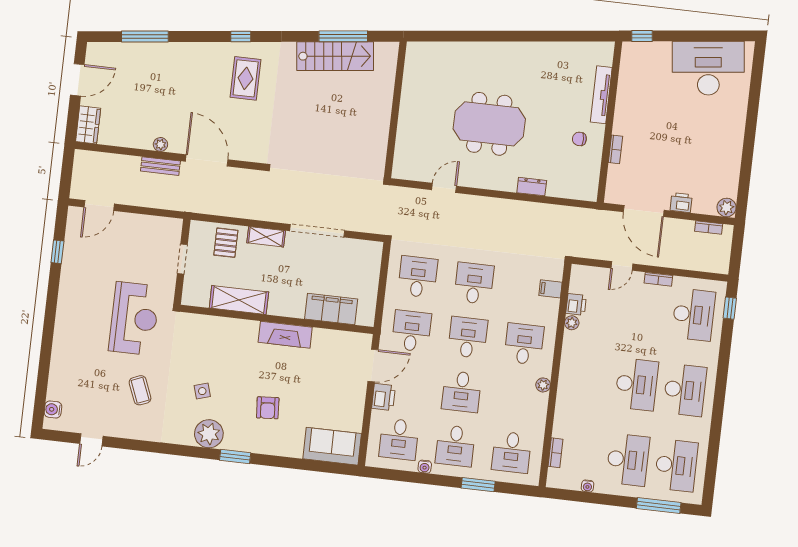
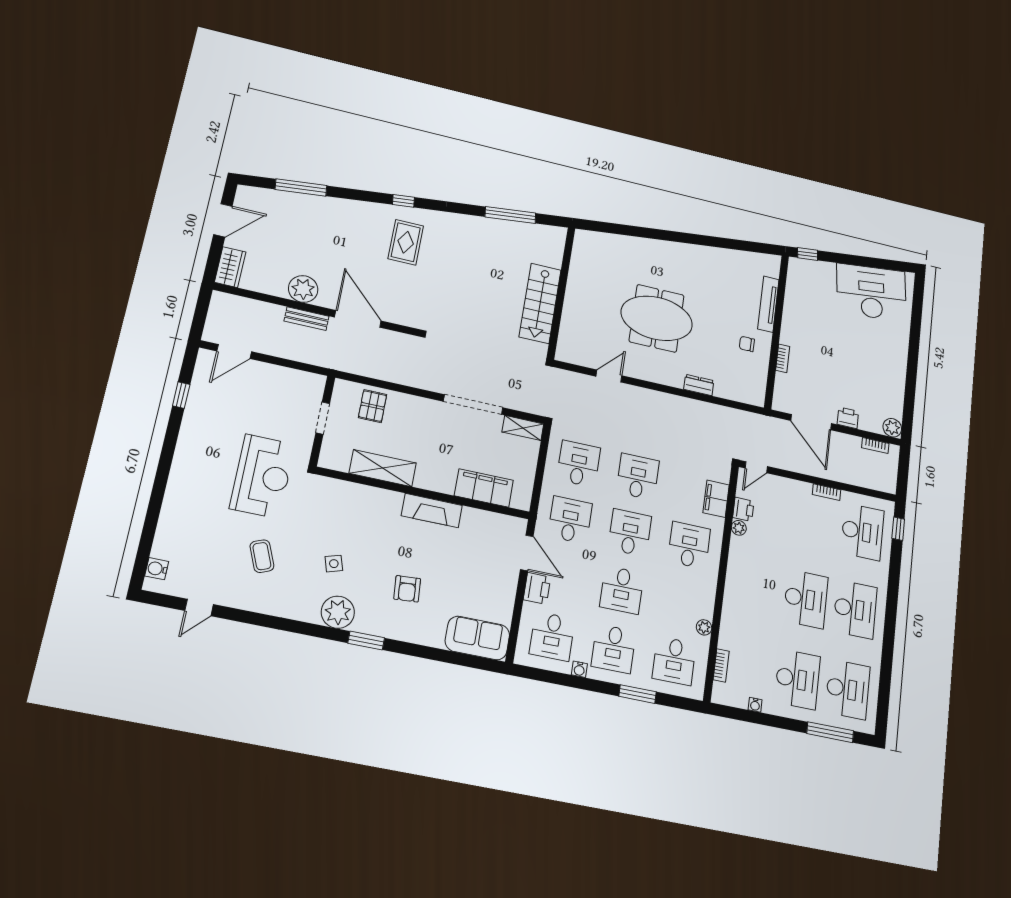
stairs: (335, 56) -> (540, 303), moved, turned 97
plant: (160, 144) -> (303, 289), width x1.88, depth x1.88
shelving: (266, 237) -> (523, 428), moved
door: (622, 266) -> (756, 467), moved
filing cabinet: (550, 289) -> (716, 499), width x2.00
door: (373, 365) -> (527, 553), hinge flipped
plant: (543, 385) -> (704, 627), moved

